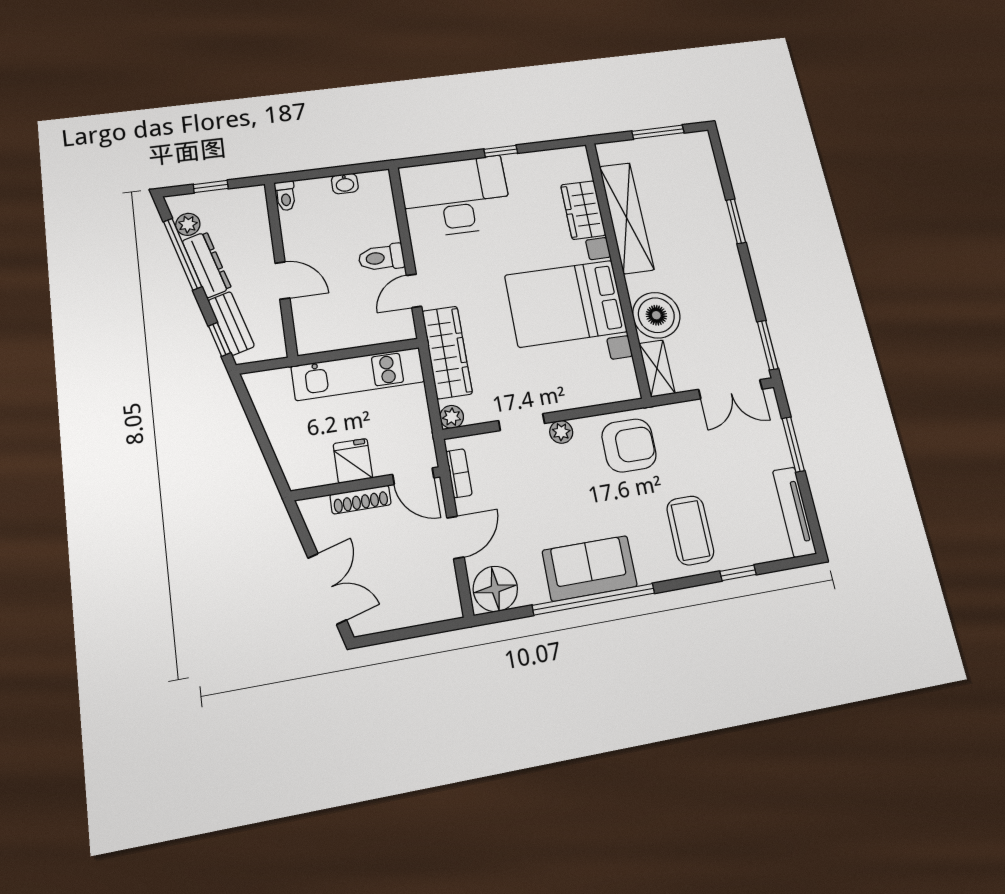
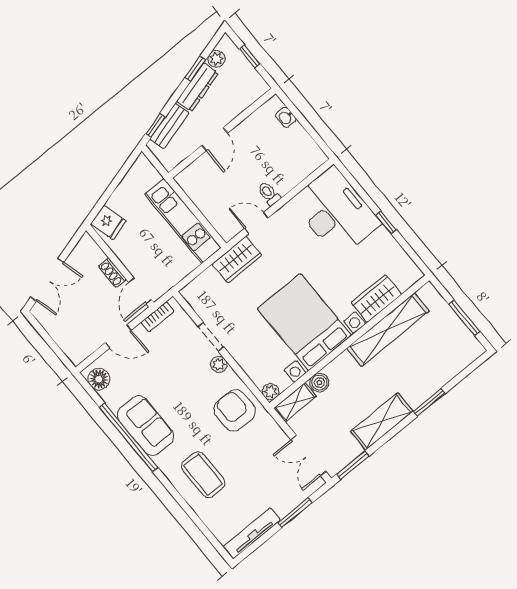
washbasin: (345, 184) -> (286, 117), moved
toilet: (285, 196) -> (271, 106), removed
window: (182, 254) -> (195, 68), width x0.46
toilet: (381, 258) -> (269, 194), width x0.73, depth x0.72
shelving: (732, 284) -> (382, 421), added
boiler: (656, 315) -> (319, 383), width x0.54, depth x0.54
wardrobe: (447, 352) -> (237, 260), width x0.67
plant: (452, 417) -> (271, 392), moved
armchair: (629, 445) -> (235, 410), turned 180
fridge: (353, 461) -> (108, 222), moved, turned 74
shoe rack: (361, 500) -> (112, 273), width x0.70
coffee table: (690, 530) -> (203, 475), turned 90
window: (738, 573) -> (194, 516), removed
floor lamp: (495, 589) -> (99, 379), width x0.73, depth x0.73

